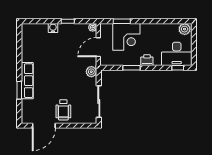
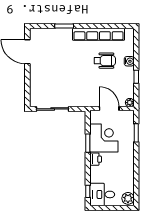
corner desk: (126, 37) -> (104, 138), moved, turned 180
desk: (177, 54) -> (102, 194), width x0.73
plant: (91, 72) -> (84, 101), removed
row of seats: (27, 81) -> (99, 34), moved, width x1.36
wheelchair: (63, 110) -> (105, 61), moved, turned 180

